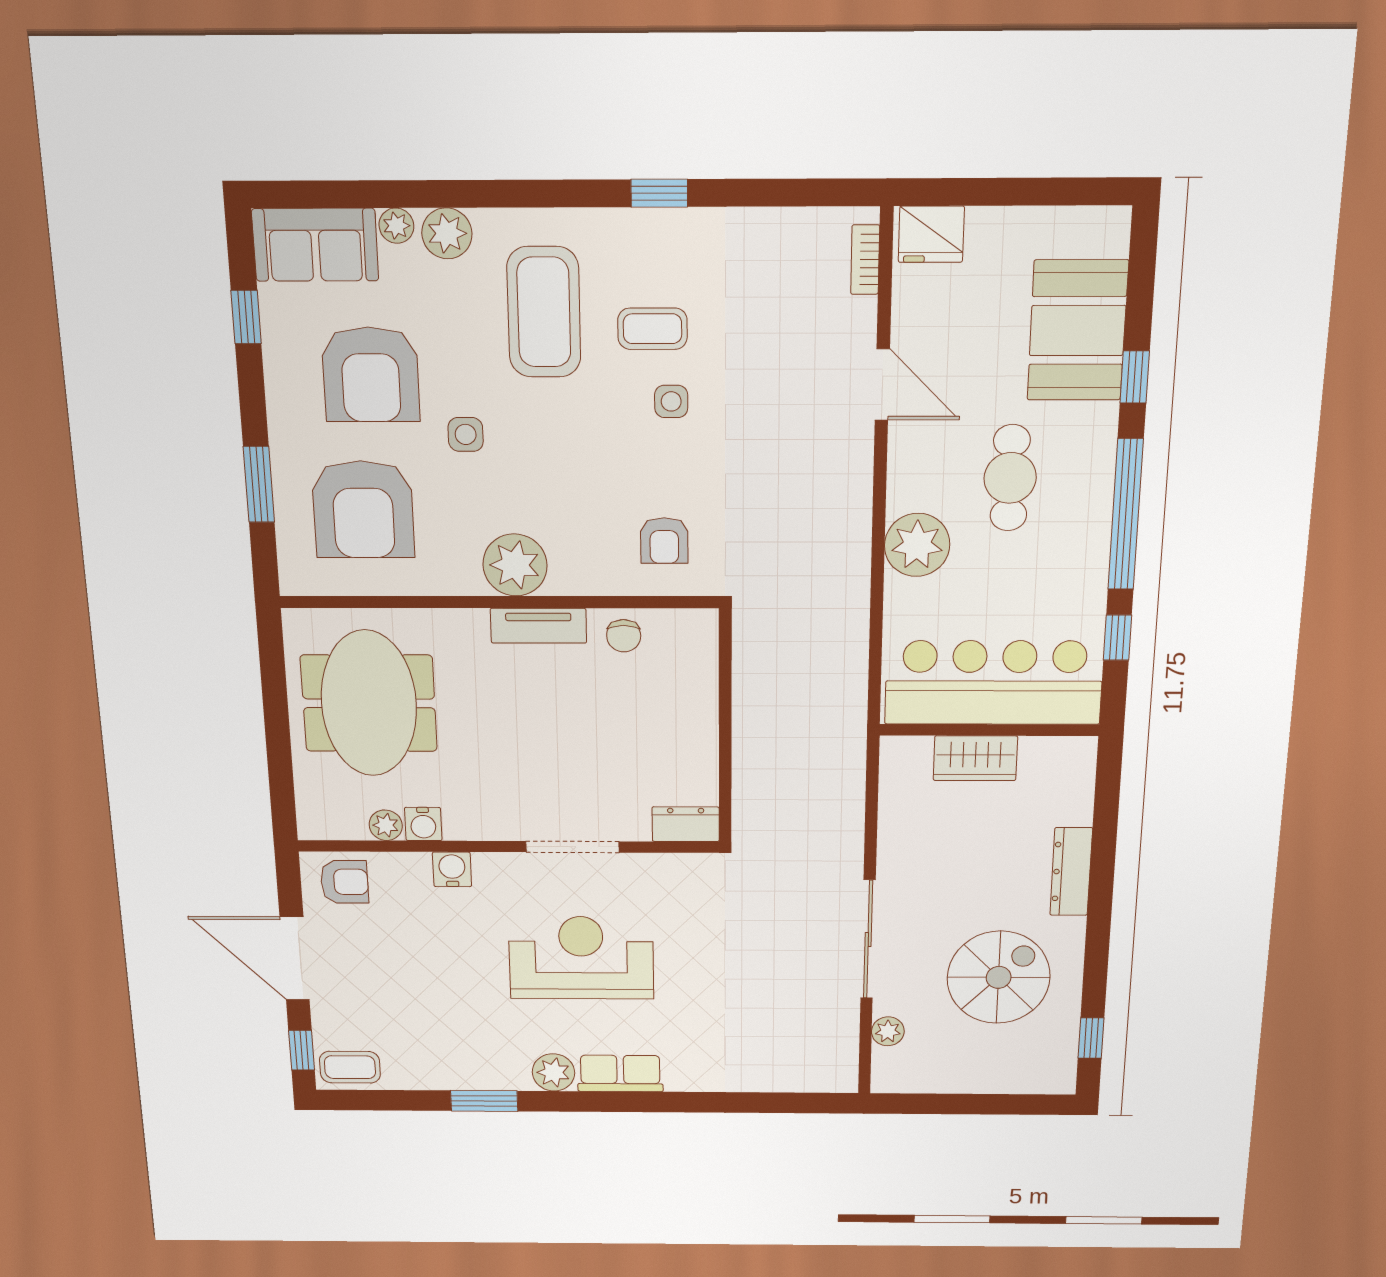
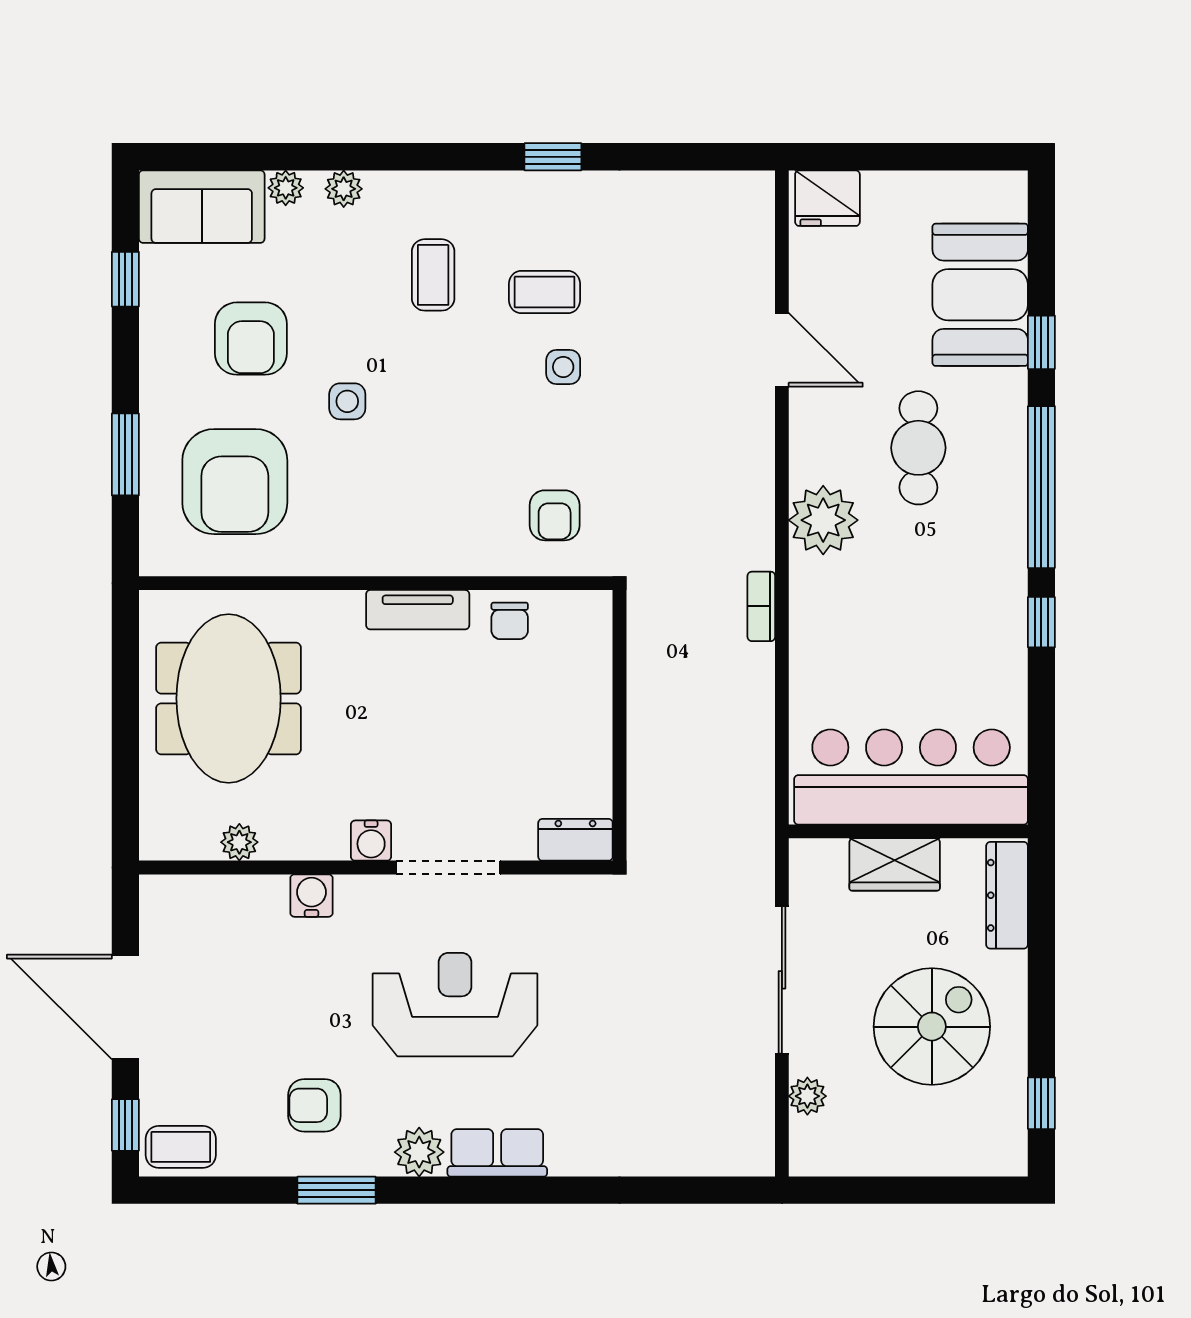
plant: (447, 233) -> (344, 189), width x0.73, depth x0.73
bookcase: (865, 260) -> (761, 606), moved
coffee table: (544, 312) -> (433, 275), width x0.54, depth x0.58
armchair: (371, 375) -> (251, 339), width x0.73, depth x0.73
plant: (515, 565) -> (394, 542), removed
bar counter: (994, 683) -> (911, 777), moved
wall: (989, 730) -> (908, 831), moved
wardrobe: (975, 758) -> (895, 864), moved
water cooler: (423, 824) -> (371, 841), moved
armchair: (344, 882) -> (314, 1105), moved, turned 180

